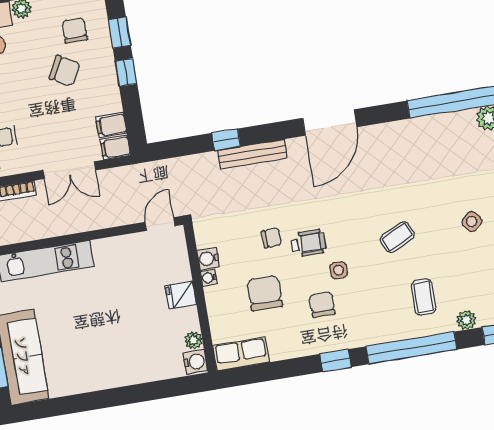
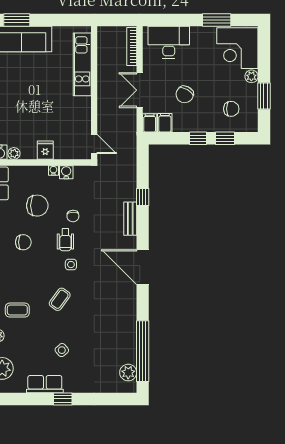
chair: (65, 71) -> (185, 94), moved
bench: (252, 154) -> (130, 219), width x0.73
coffee table: (397, 237) -> (60, 299), turned 62
side table: (338, 270) -> (71, 265), moved

